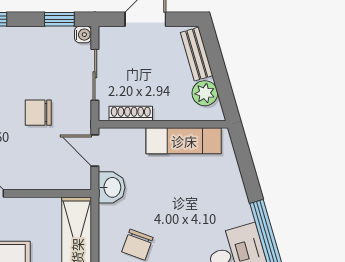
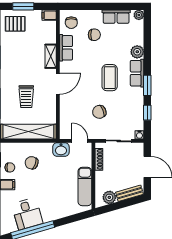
window: (59, 19) -> (147, 113), moved
chair: (38, 113) -> (99, 112), turned -112
door: (95, 150) -> (80, 141), hinge flipped

